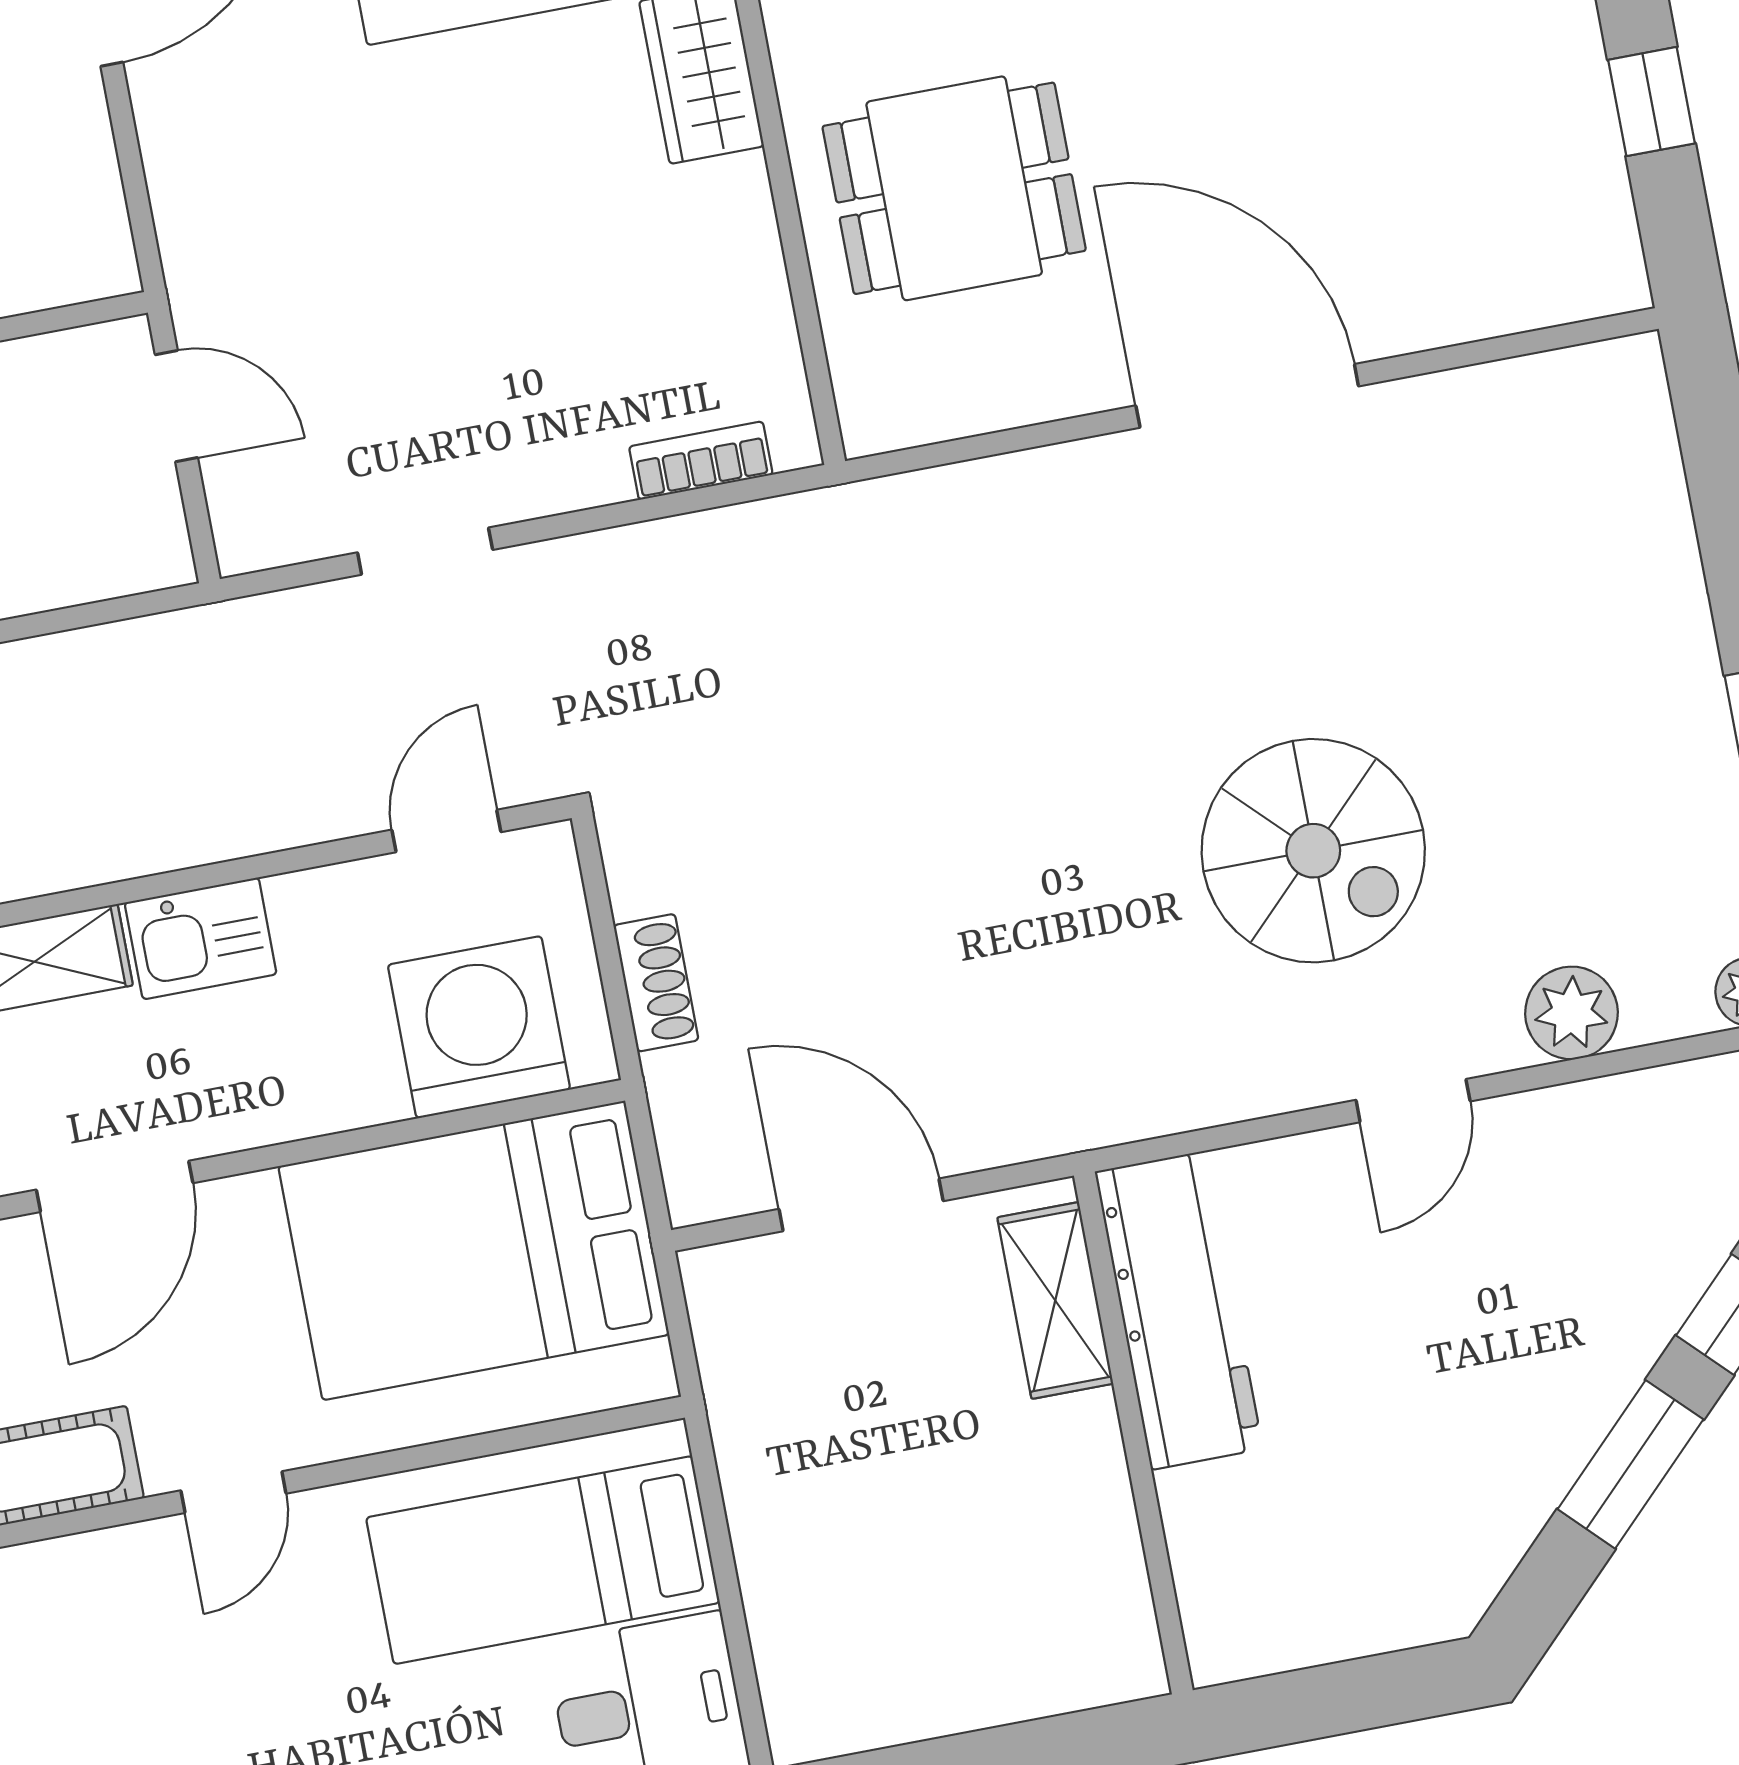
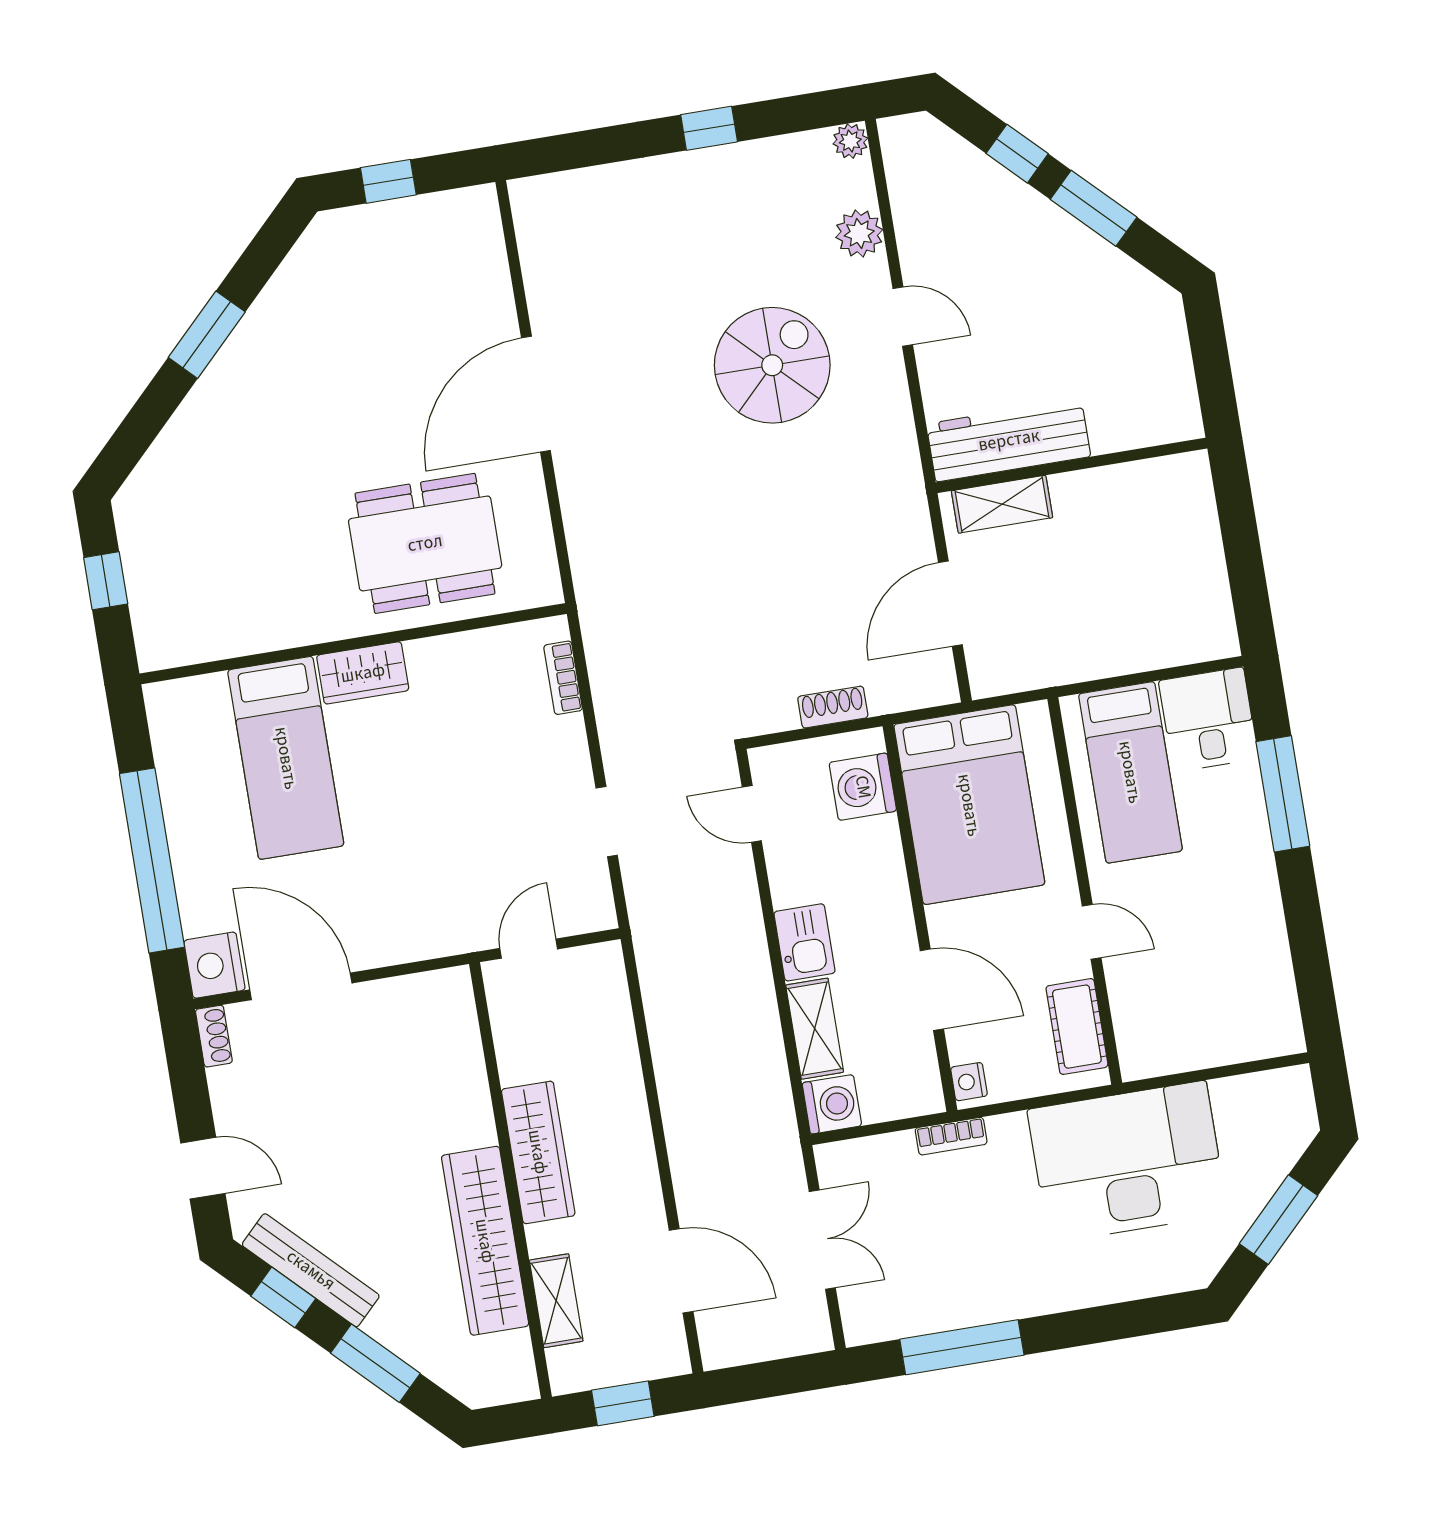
dining table: (954, 188) -> (425, 543), width x1.38
washing machine: (479, 1027) -> (863, 787), width x0.73, depth x0.73

